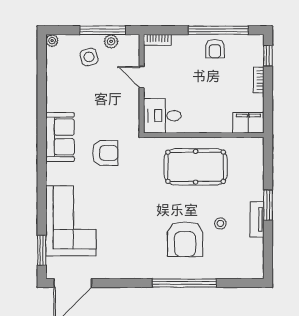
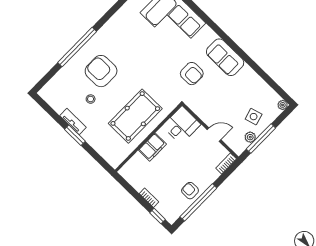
filing cabinet: (248, 123) -> (152, 147), moved
armchair: (105, 153) -> (192, 74), turned -90

